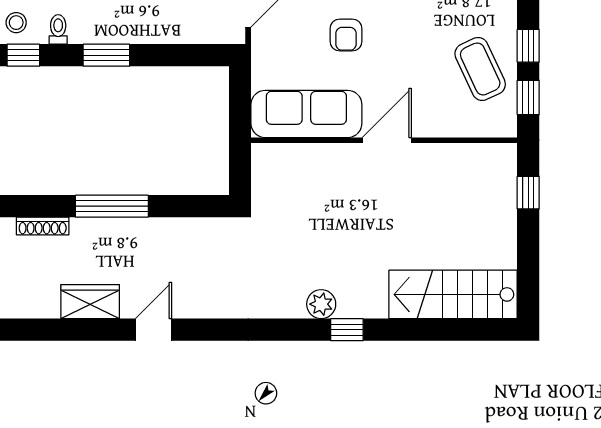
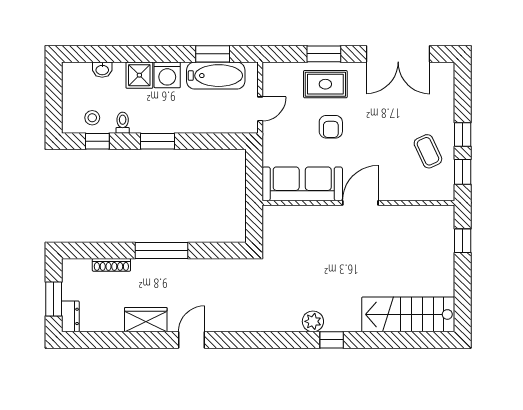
coffee table: (480, 69) -> (428, 151), width x0.73, depth x0.77

